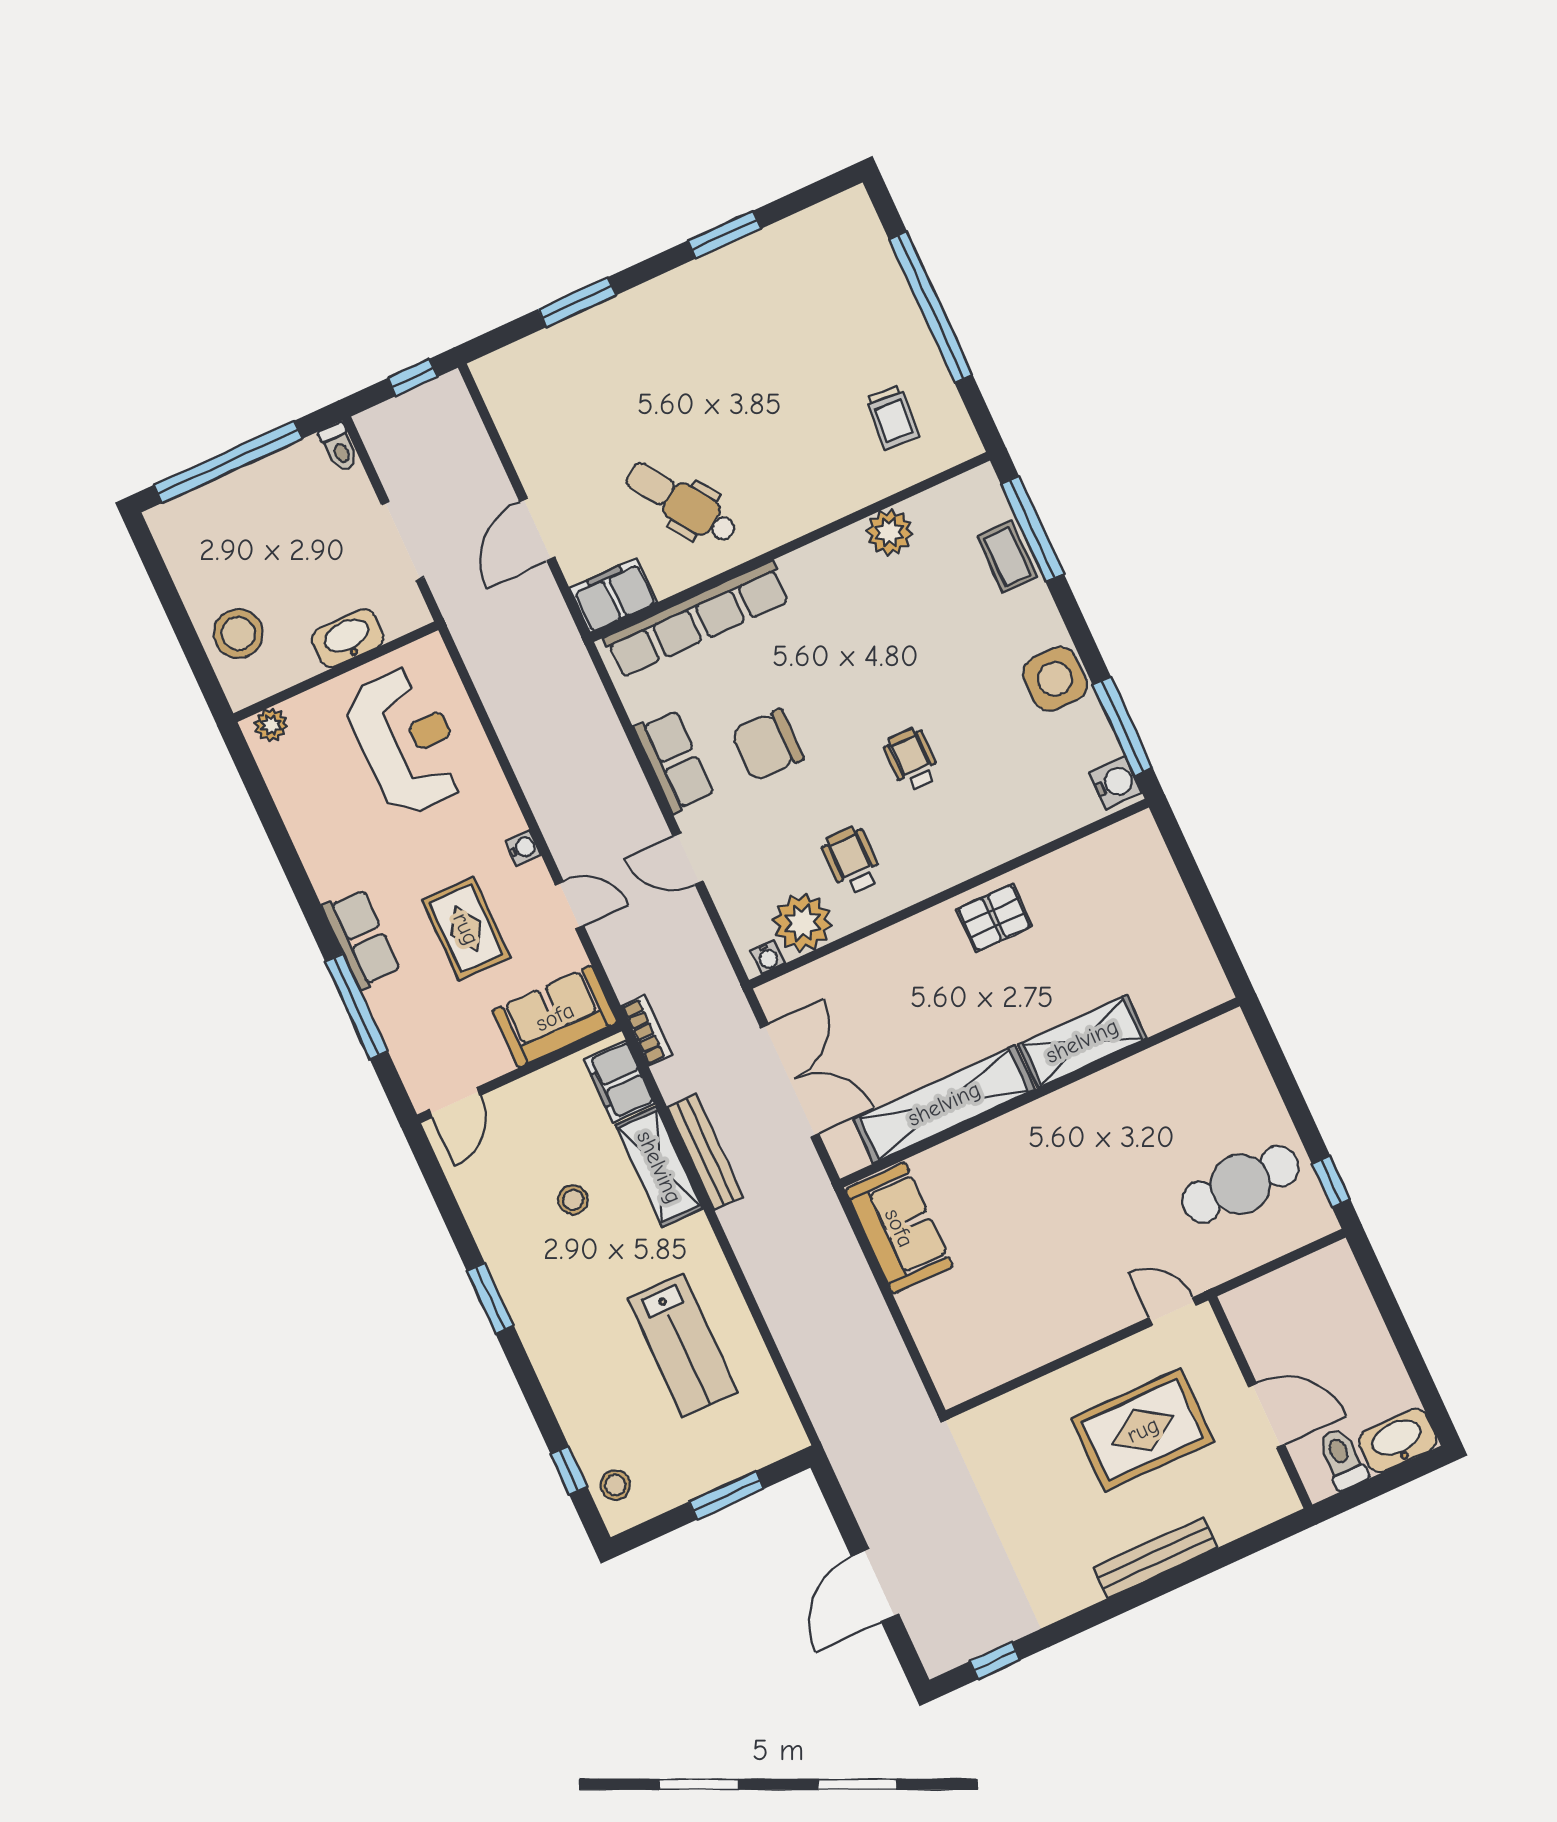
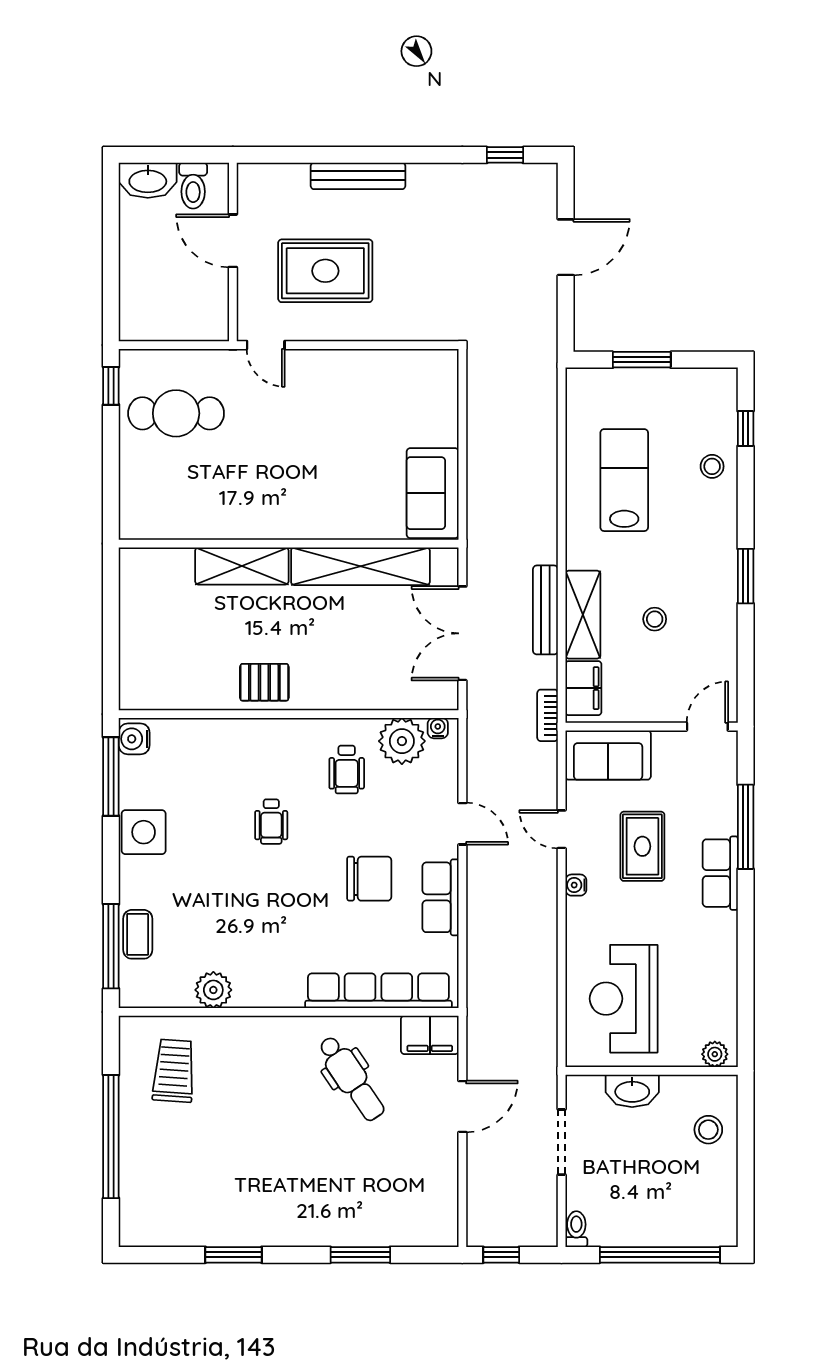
trolley: (892, 417) -> (174, 1071), width x1.36, depth x1.39
stool: (238, 634) -> (708, 1130), width x0.73, depth x0.73
stool: (615, 1485) -> (712, 466), moved

